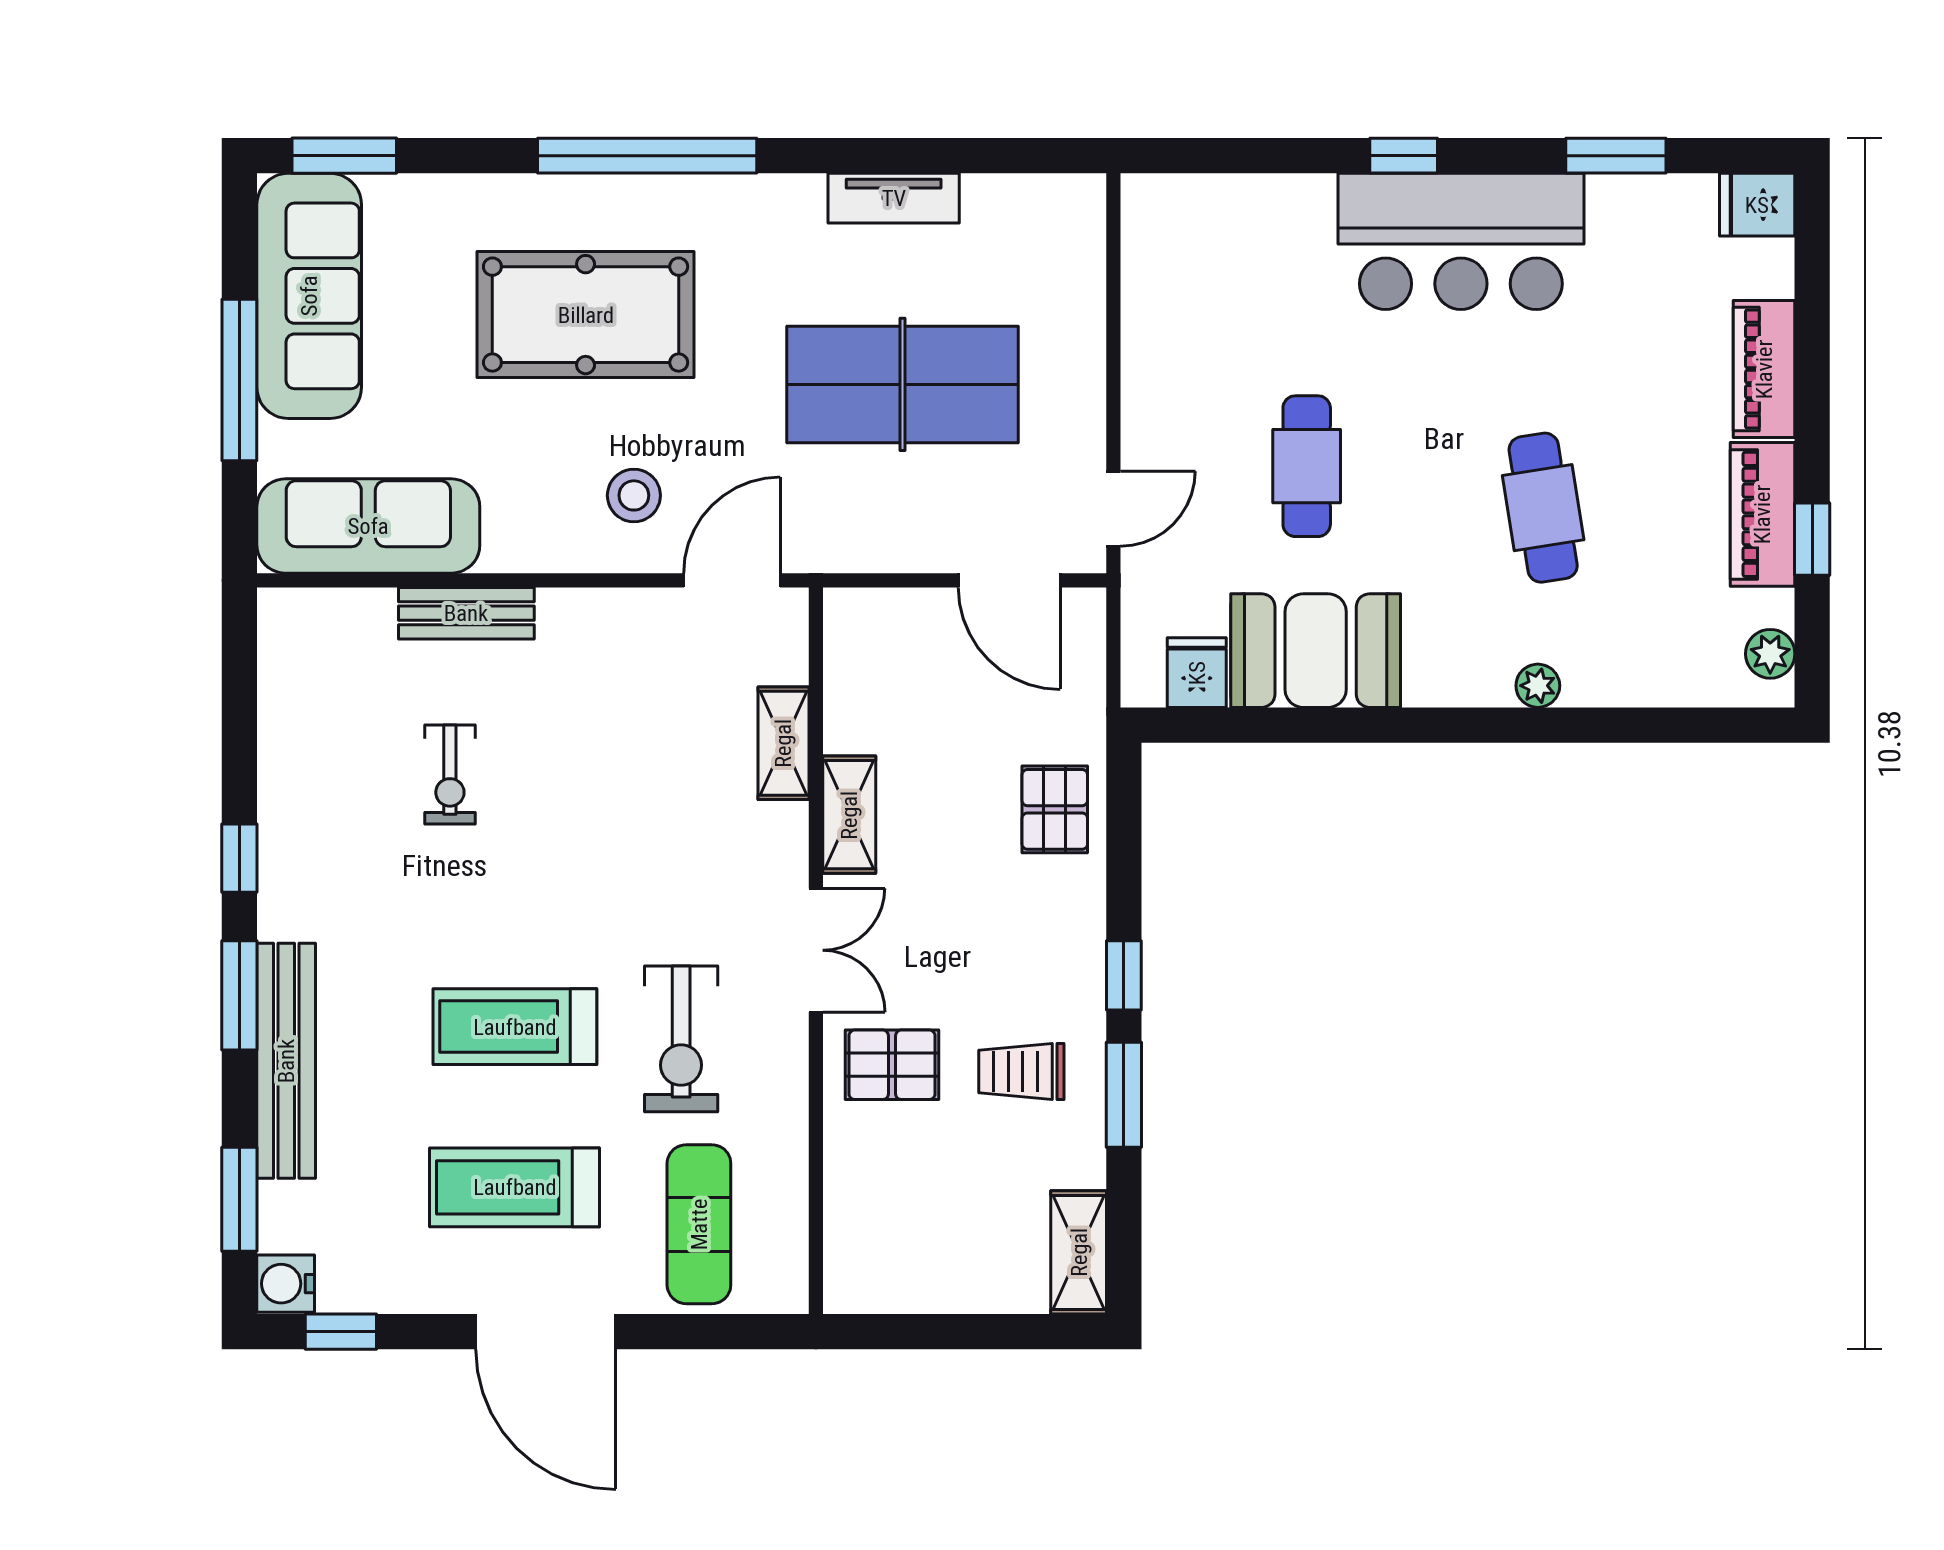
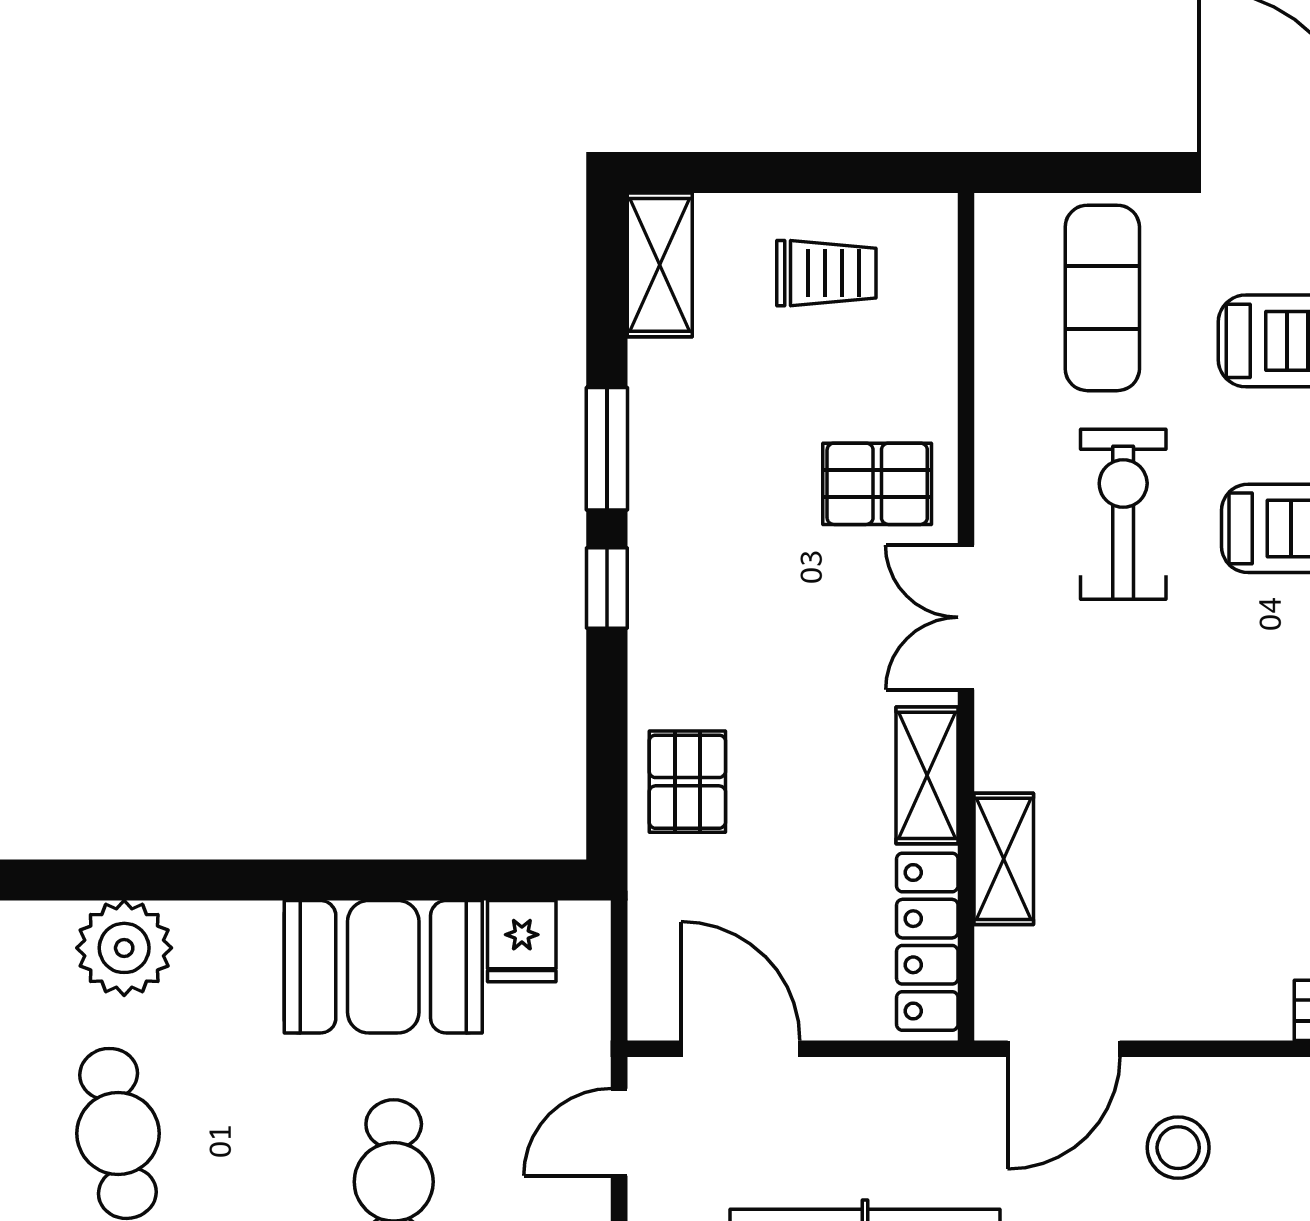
locker: (849, 672) -> (927, 942), added
plant: (1538, 686) -> (124, 948), width x1.87, depth x1.87
trolley: (1021, 1072) -> (826, 273), moved

